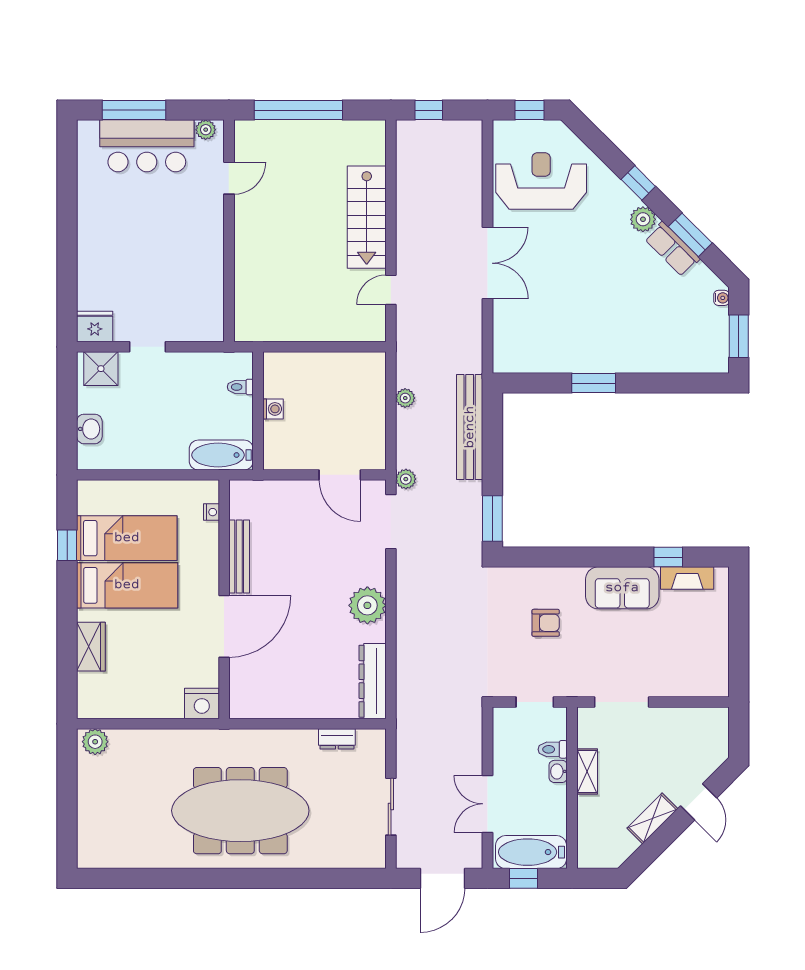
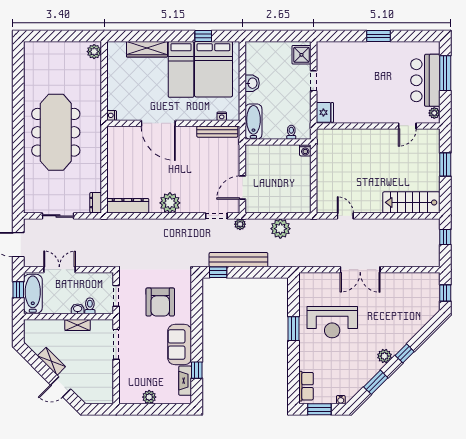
window: (298, 110) -> (445, 165), width x0.47
door: (229, 178) -> (407, 126), hinge flipped
reception desk: (541, 181) -> (332, 322), moved, turned 90
stairs: (367, 217) -> (411, 202), moved
window: (67, 230) -> (379, 36), added
row of seats: (672, 249) -> (306, 386), moved, turned 135
fridge: (95, 327) -> (325, 112), moved
plant: (405, 398) -> (280, 229), width x1.87, depth x1.87
washing machine: (273, 409) -> (305, 150), moved
bench: (470, 427) -> (238, 260), moved
washbasin: (89, 429) -> (252, 83), moved, turned -90
window: (492, 519) -> (218, 272), width x0.67
doorway: (391, 522) -> (216, 216), width x0.73
bed: (127, 538) -> (213, 69), width x1.50
bench: (239, 557) -> (217, 132), moved
armchair: (546, 623) -> (160, 302), width x1.88, depth x1.88
plant: (717, 643) -> (149, 397), added
wardrobe: (91, 647) -> (147, 49), width x1.50
nightstand: (202, 704) -> (112, 115), width x0.53, depth x0.56
dresser: (337, 739) -> (96, 203), moved

